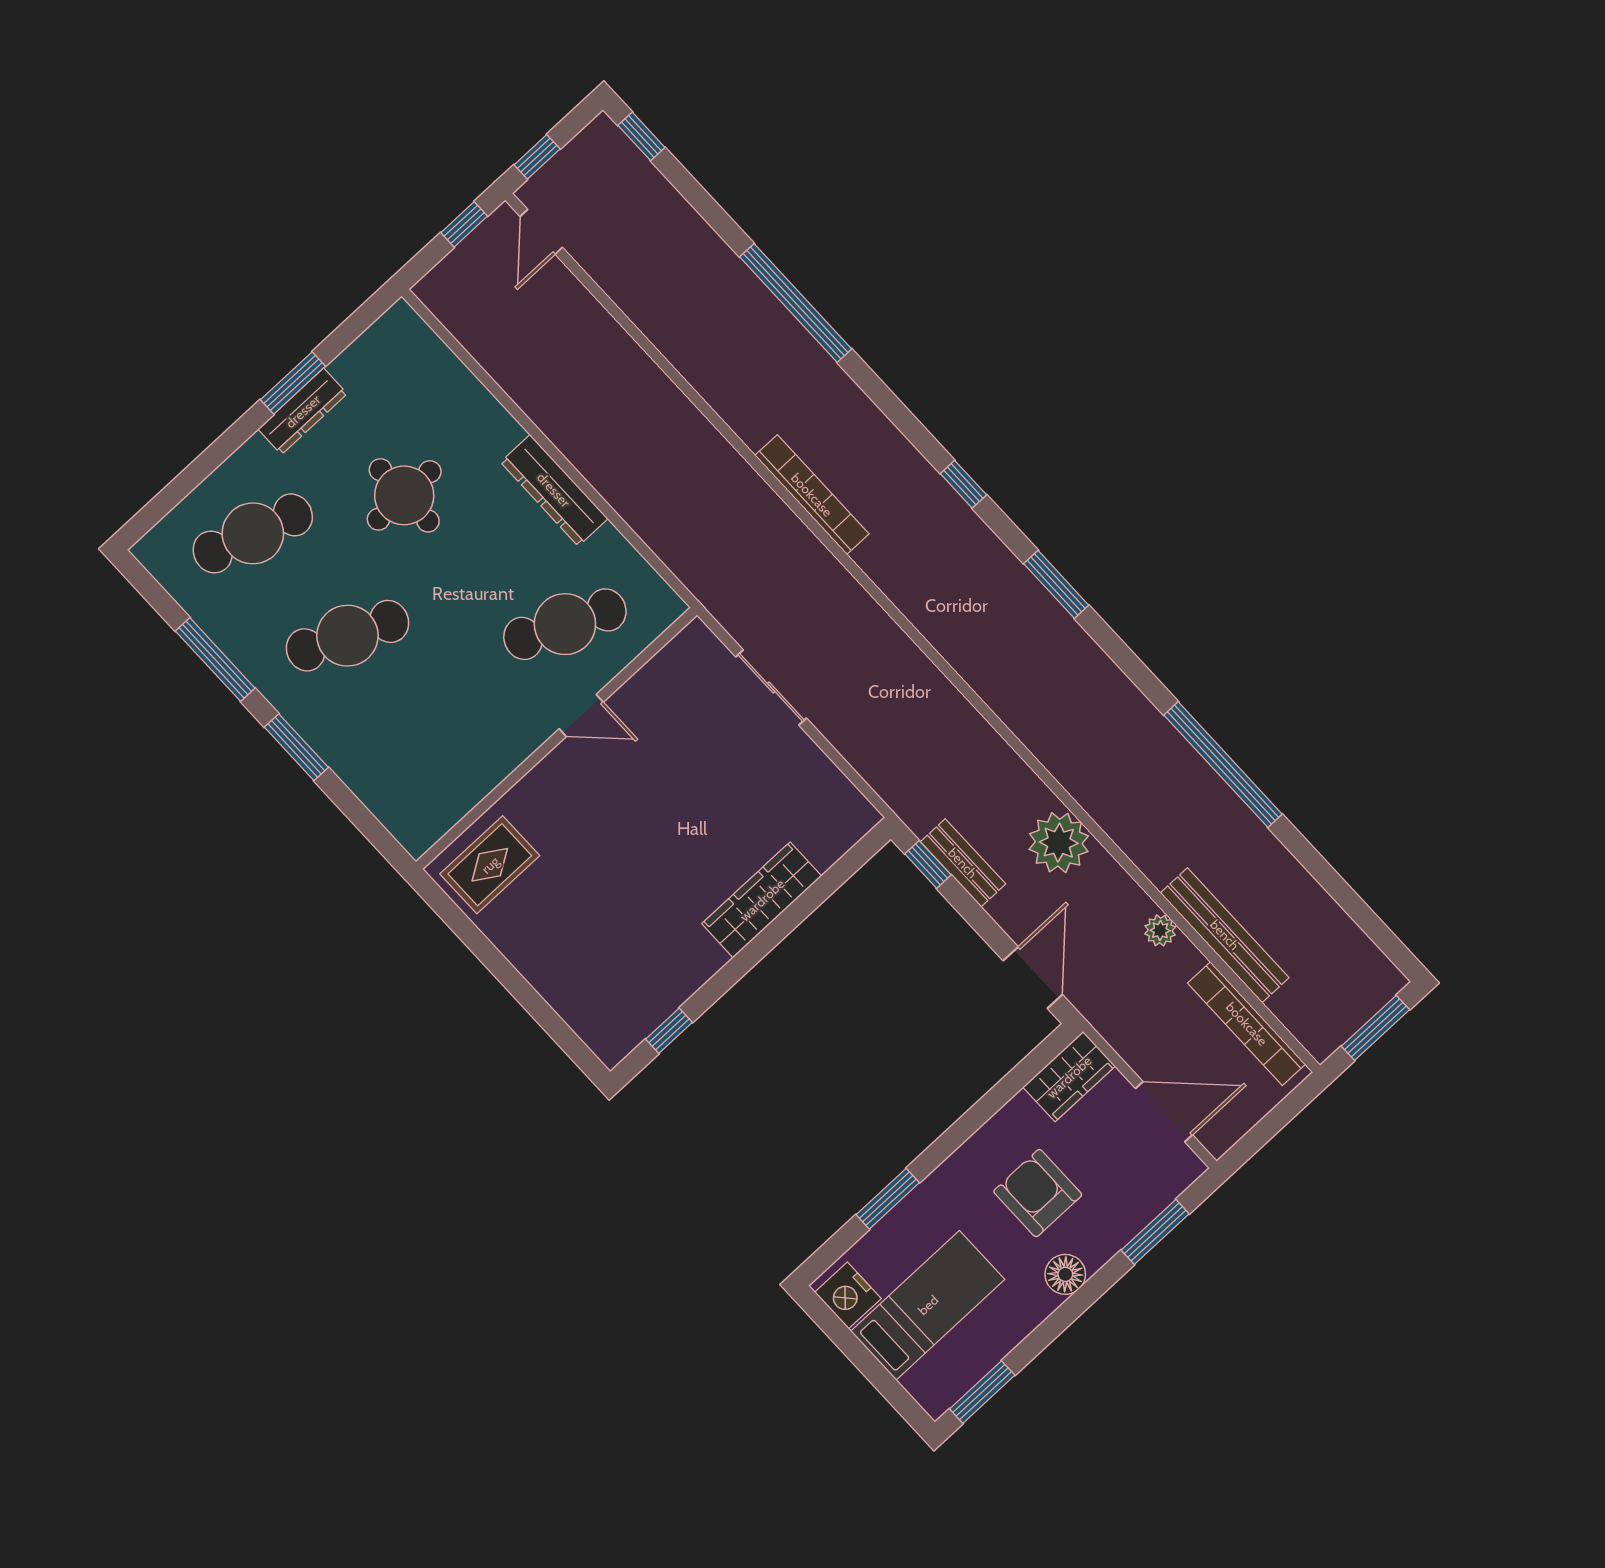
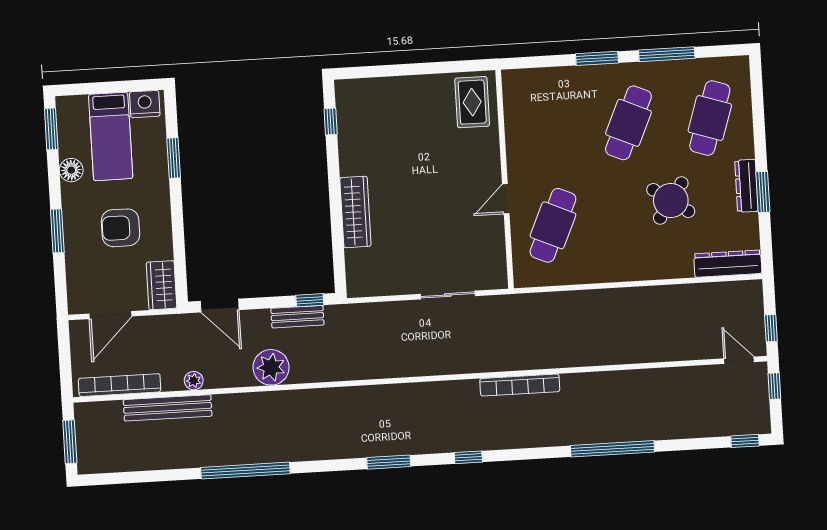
dresser: (554, 490) -> (728, 264), moved
round table: (404, 495) -> (671, 201), turned 35
armchair: (1038, 1193) -> (121, 228), turned 180
window: (1155, 1232) -> (57, 231), moved
floor lamp: (1065, 1274) -> (71, 170), moved

